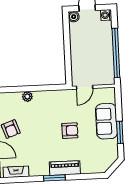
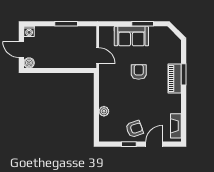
window: (116, 53) -> (66, 24), width x0.47
window: (54, 178) -> (184, 74), moved

